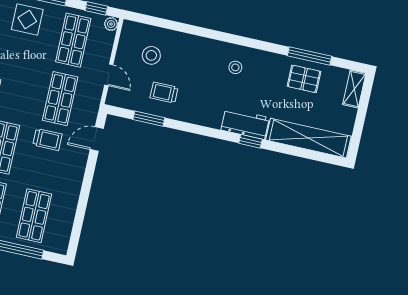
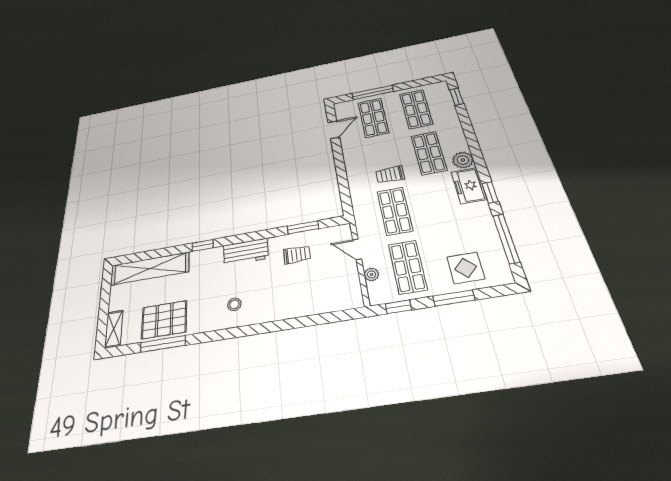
plant: (111, 24) -> (371, 274), moved
stool: (151, 55) -> (322, 283), removed
pallet: (304, 79) -> (164, 320), width x1.50, depth x1.42
workbench: (245, 124) -> (246, 252), moved
door: (97, 139) -> (334, 130), moved

